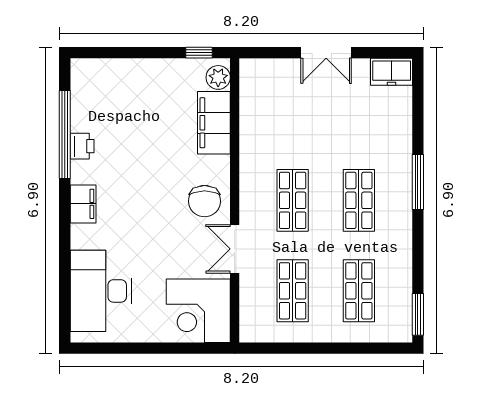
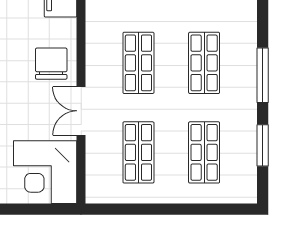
window: (418, 182) -> (263, 75), moved
chair: (205, 201) -> (51, 64), turned 180
window: (418, 314) -> (263, 145), moved

